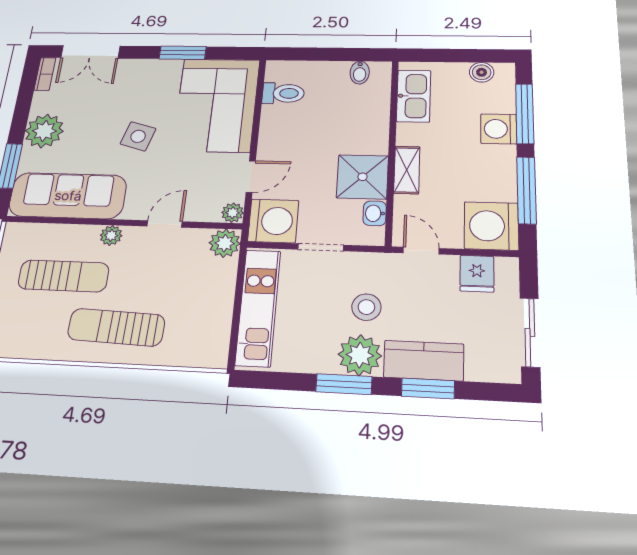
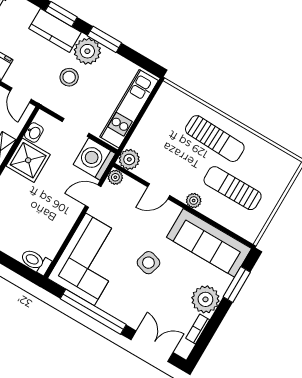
window: (183, 53) -> (93, 312), width x2.11
bookcase: (45, 74) -> (198, 329), moved
toilet: (283, 93) -> (36, 261), moved

